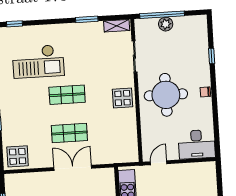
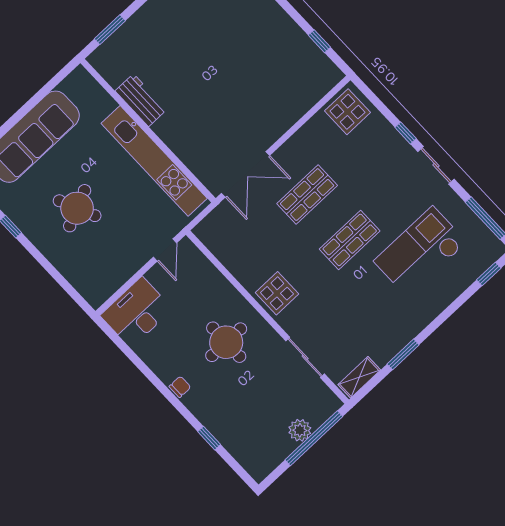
round table: (166, 95) -> (226, 342), width x0.73, depth x0.73
double door: (73, 168) -> (246, 174), moved

